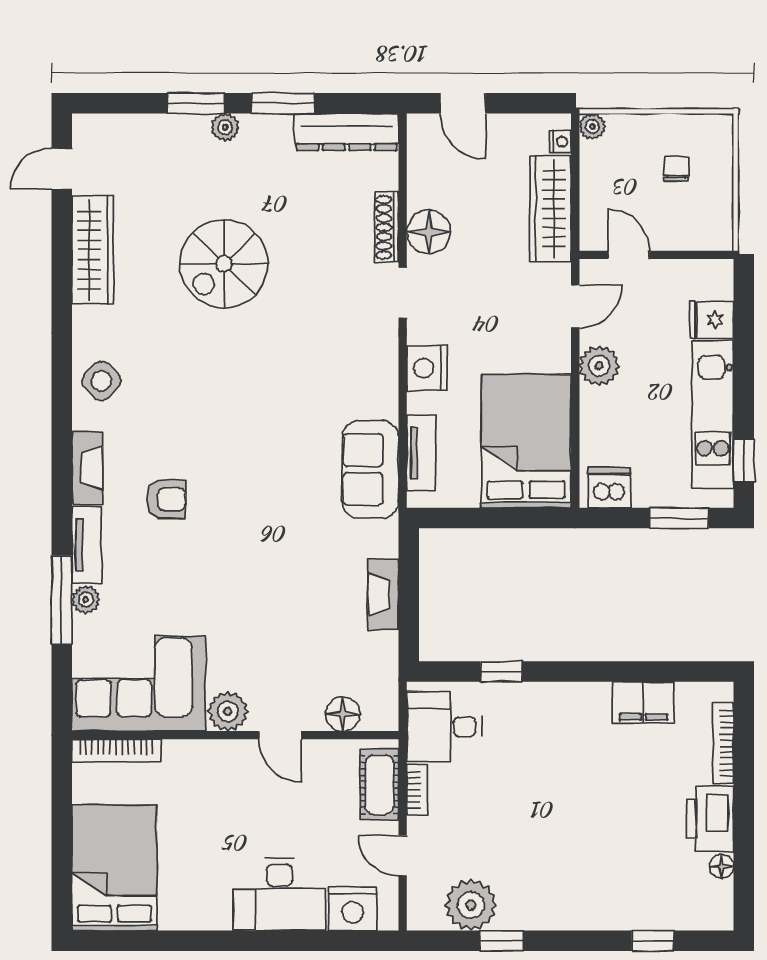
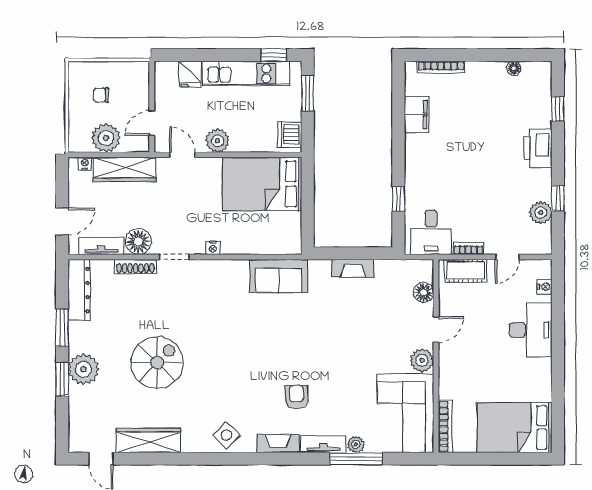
plant: (592, 126) -> (106, 138), moved, width x1.88, depth x1.88
plant: (225, 127) -> (84, 369), width x1.88, depth x1.88
spiral stairs: (224, 264) -> (157, 363), turned -90
nightstand: (427, 368) -> (213, 248), width x0.53, depth x0.56
tv unit: (421, 453) -> (101, 246), moved
printer: (710, 819) -> (538, 148), moved, turned 90
plant: (471, 905) -> (541, 213), width x0.73, depth x0.73
nightstand: (353, 909) -> (545, 287), width x0.53, depth x0.56

